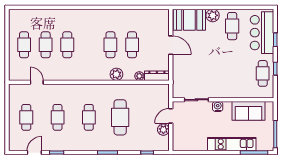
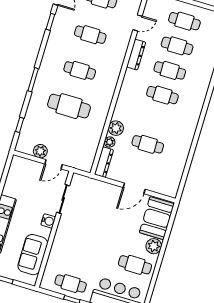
cafe table: (110, 45) -> (162, 95), moved
plant: (116, 74) -> (116, 128), moved
dresser: (63, 76) -> (136, 55), added
door: (171, 116) -> (54, 164), swing flipped

